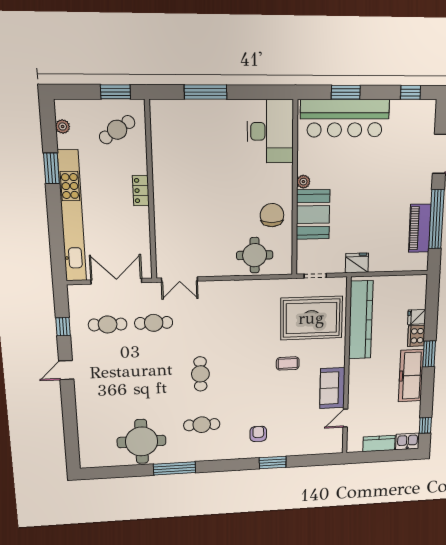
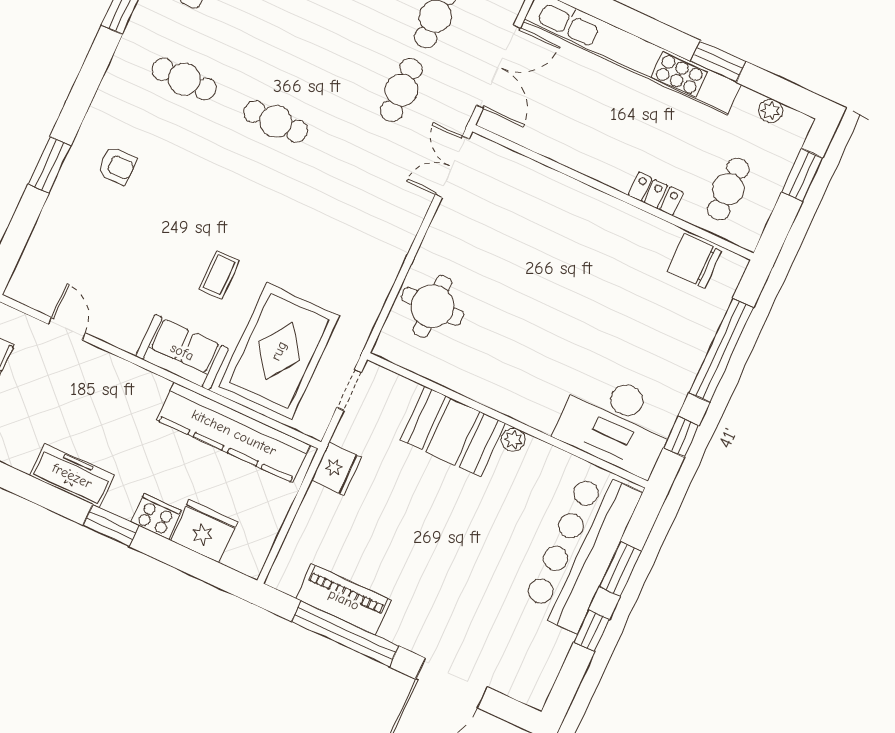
window: (115, 92) -> (802, 175), moved
window: (206, 92) -> (721, 350), width x1.46
window: (262, 92) -> (681, 437), added
window: (411, 92) -> (592, 631), moved
cafe table: (117, 130) -> (728, 189), turned 33
locker: (141, 191) -> (656, 194), moved
chair: (272, 215) -> (694, 261), moved, turned 180
fridge: (417, 317) -> (204, 531), width x1.88, depth x1.34
freezer: (411, 376) -> (72, 476), width x0.73, depth x0.79
sofa: (332, 388) -> (182, 352), moved
cafe table: (202, 425) -> (184, 79), turned 90

